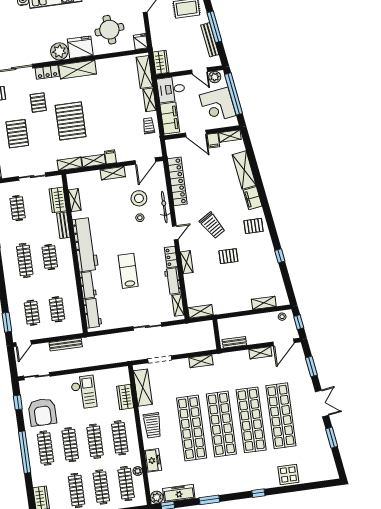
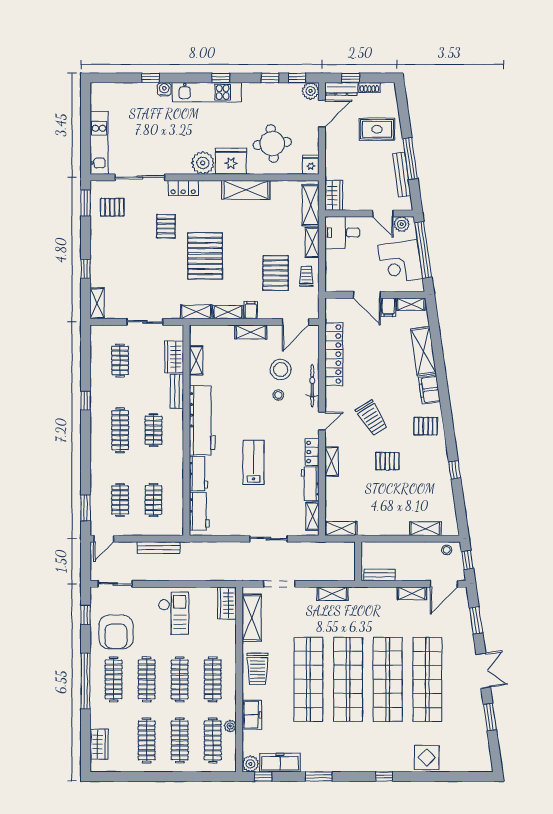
shelving: (78, 70) -> (246, 190), moved
filing cabinet: (170, 118) -> (335, 270), removed
pallet: (17, 134) -> (276, 273), moved
wardrobe: (125, 397) -> (227, 603), moved

